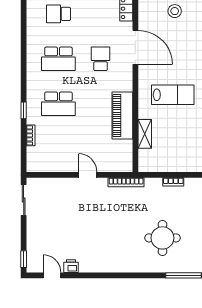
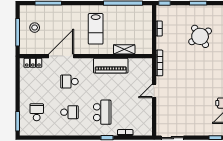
school desk: (58, 14) -> (37, 112), turned 180
school desk: (58, 59) -> (69, 112), width x0.54
lab bench: (173, 95) -> (96, 29), turned 180
round table: (162, 238) -> (200, 36), turned -33

